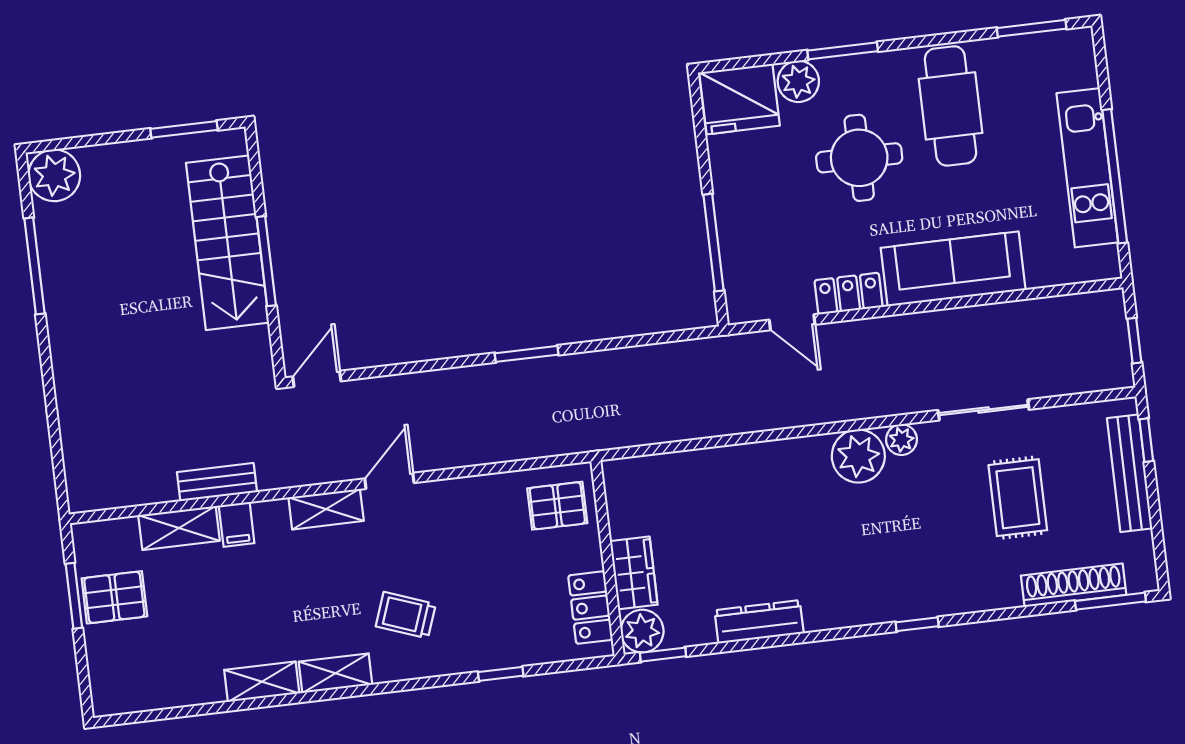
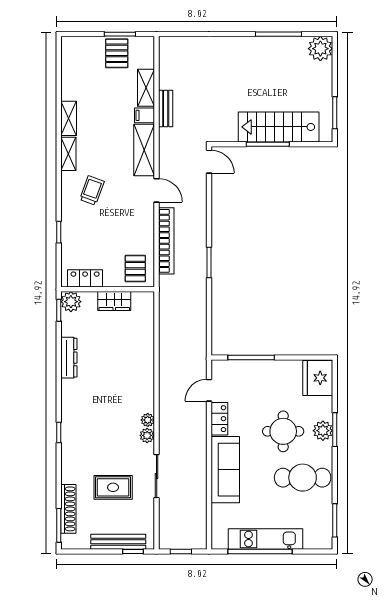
plant: (798, 81) -> (323, 431), moved
bookcase: (492, 448) -> (166, 241), added
plant: (858, 456) -> (148, 420), width x0.53, depth x0.53
shelving: (326, 509) -> (144, 150), width x1.50, depth x1.33
wardrobe: (634, 573) -> (114, 301), moved

